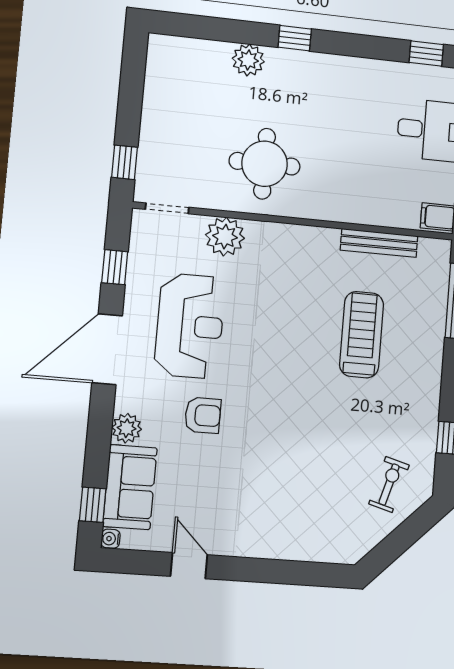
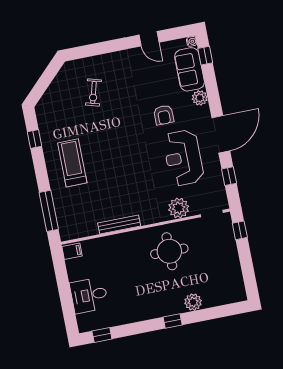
bench: (379, 243) -> (119, 224), moved
treadmill: (362, 335) -> (72, 163), moved, turned 180
armchair: (203, 415) -> (164, 115), turned -90
exercise bike: (389, 485) -> (93, 92), moved

